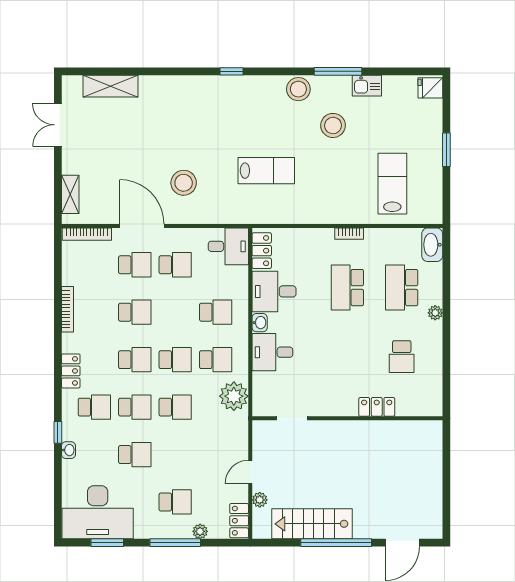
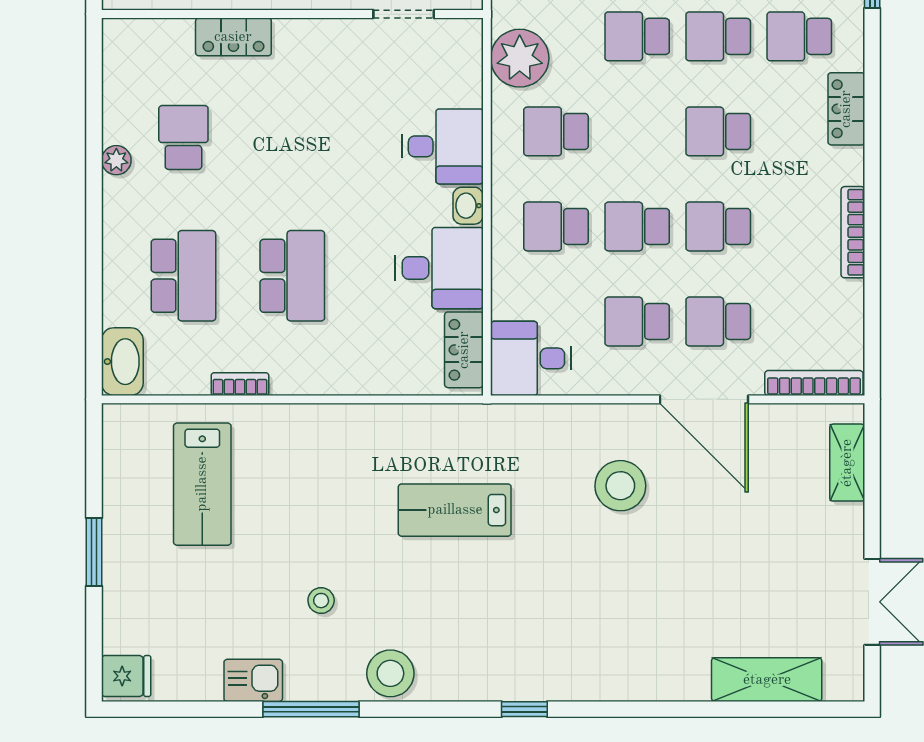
stool: (333, 125) -> (321, 601), width x0.53, depth x0.53
bookcase: (349, 234) -> (240, 384), moved
plant: (435, 313) -> (116, 160), moved
school desk: (175, 360) -> (637, 226), moved

